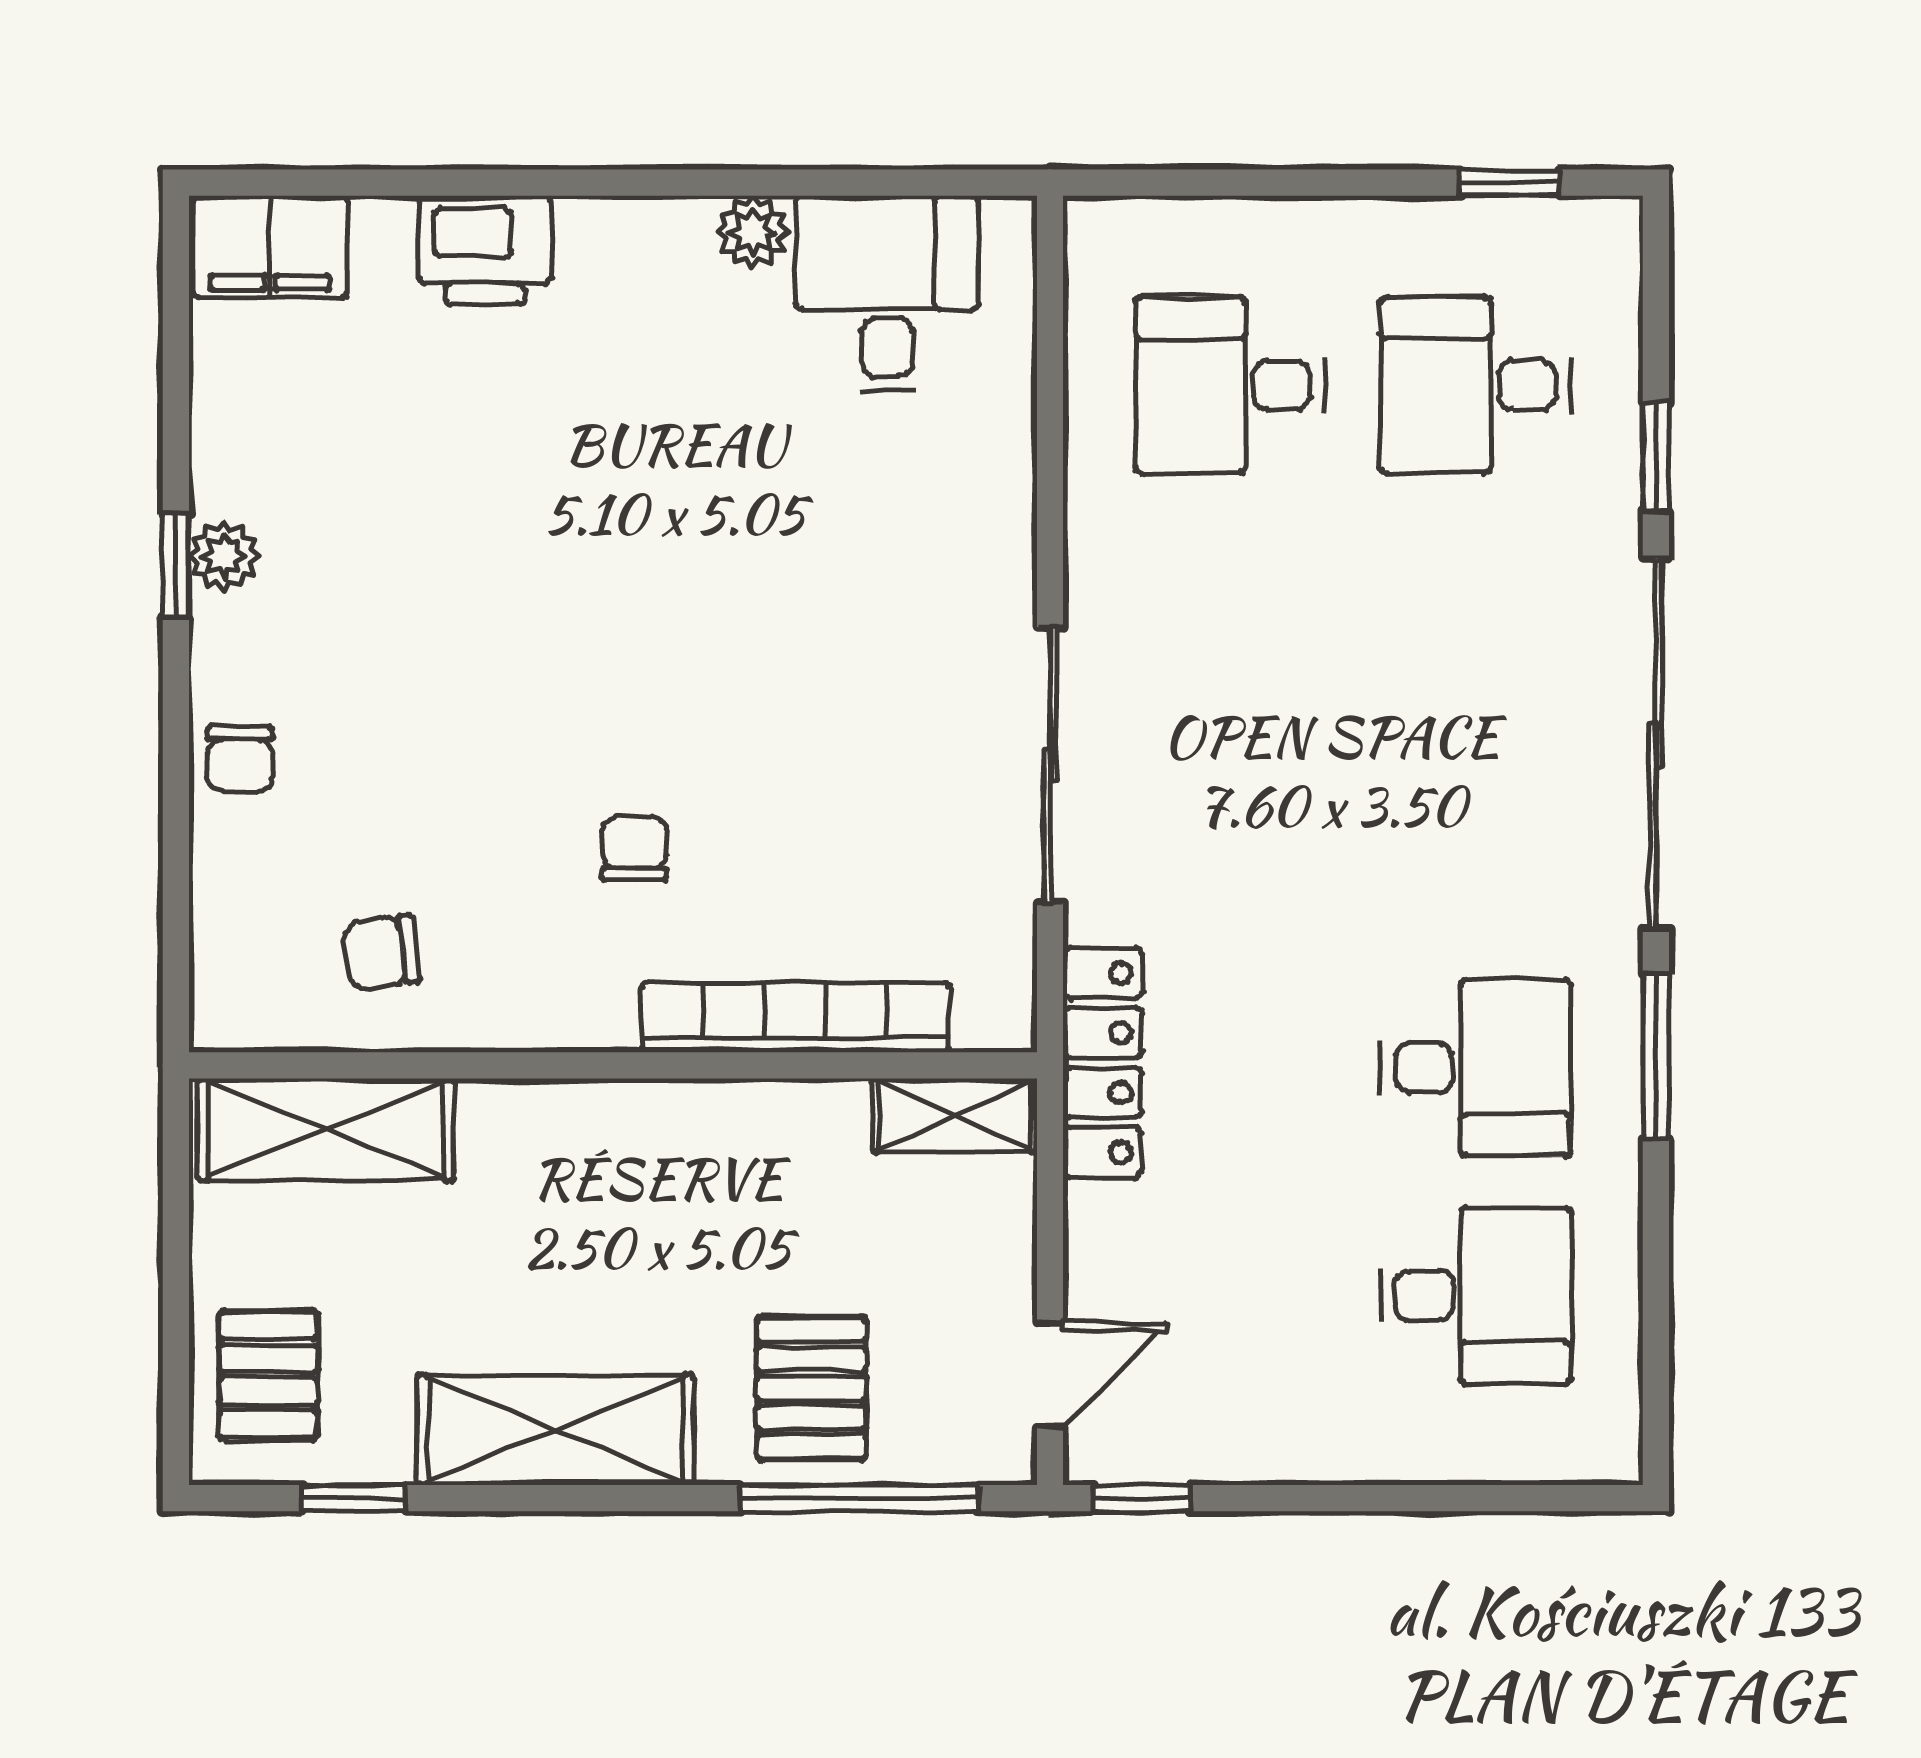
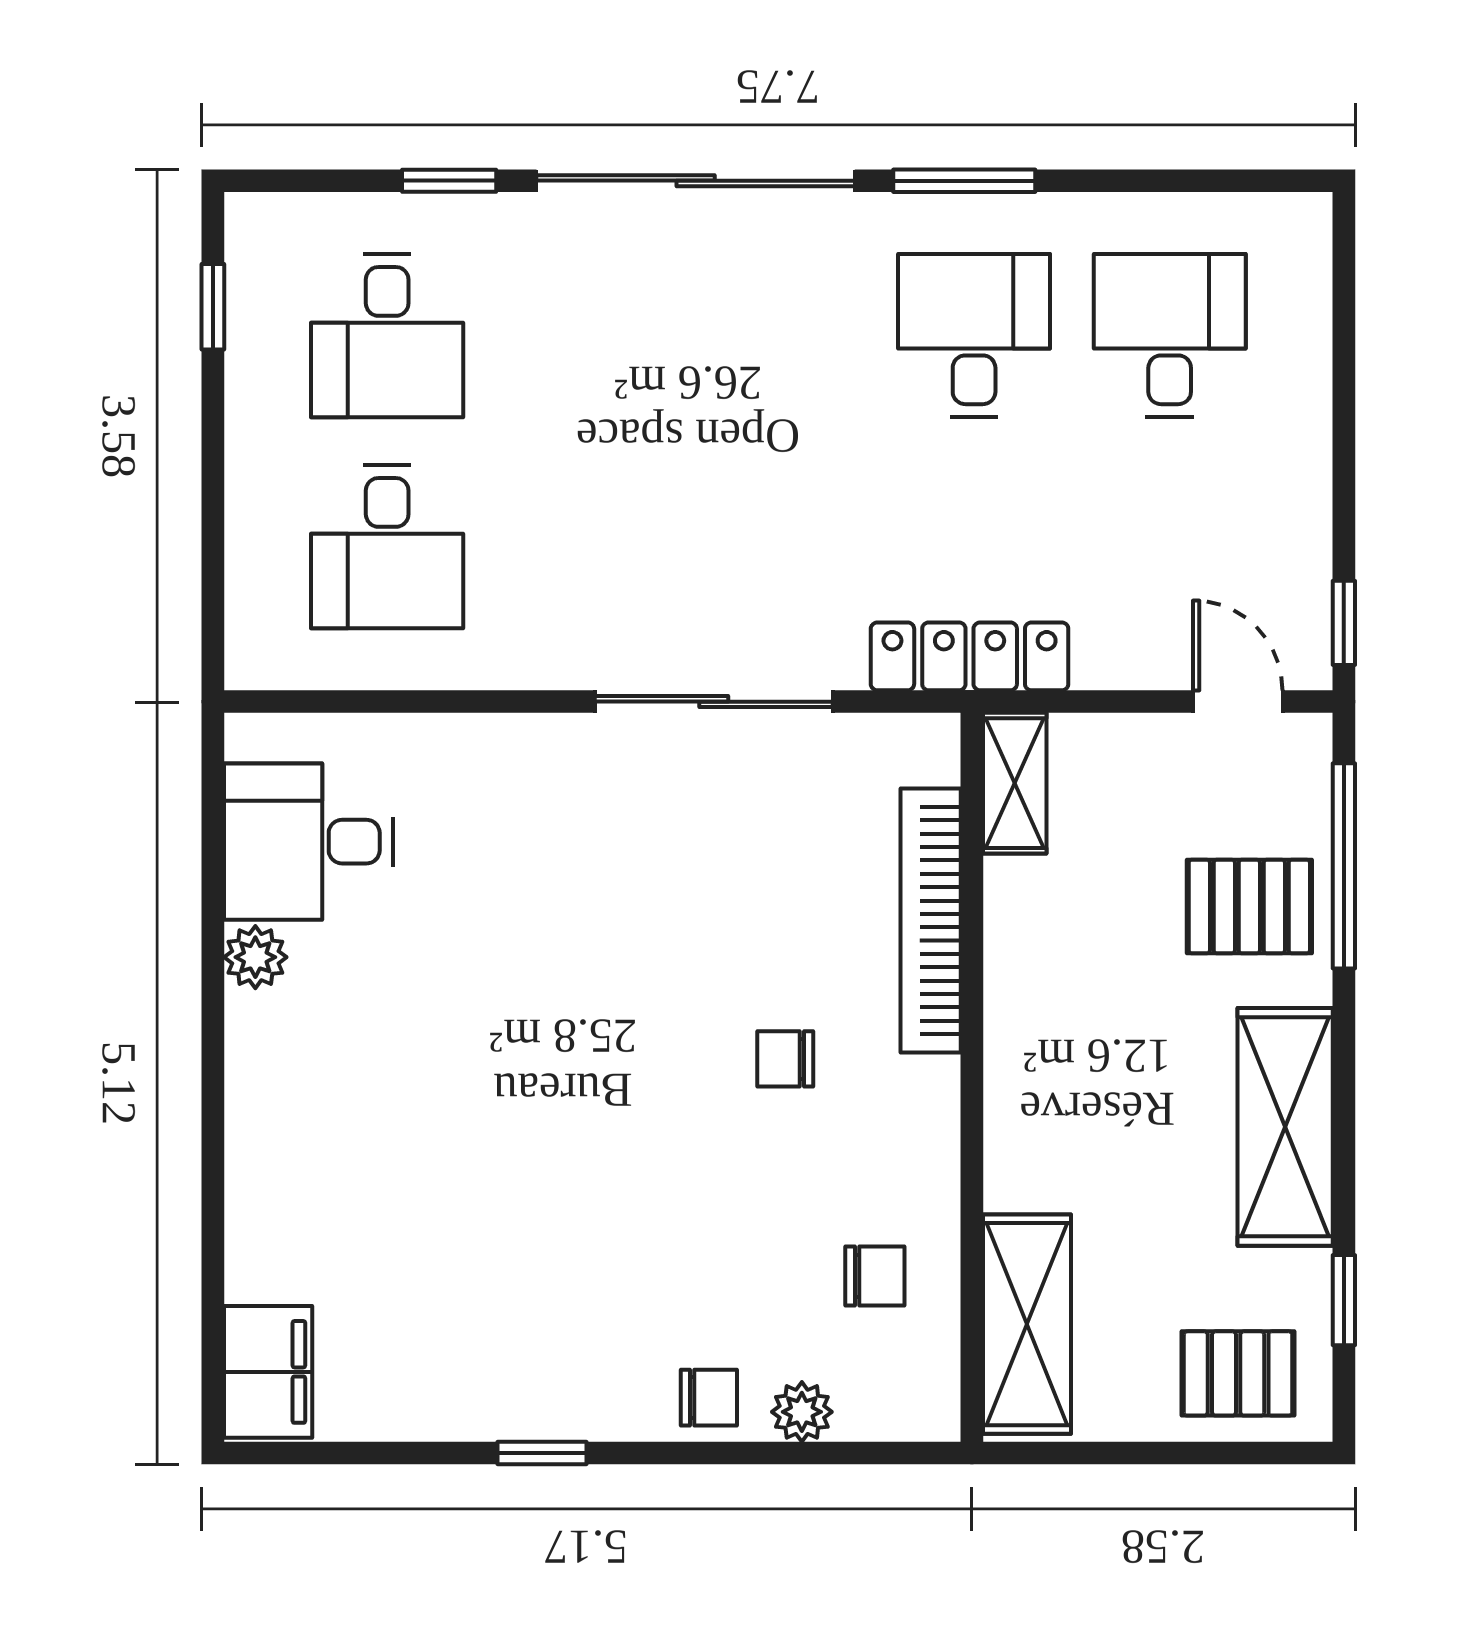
printer: (485, 250) -> (271, 1187), removed
plant: (224, 556) -> (802, 1412), moved
chair: (382, 953) -> (875, 1276), turned -82

